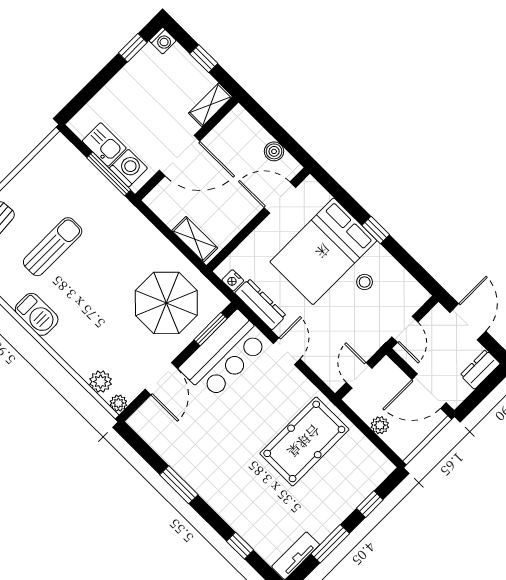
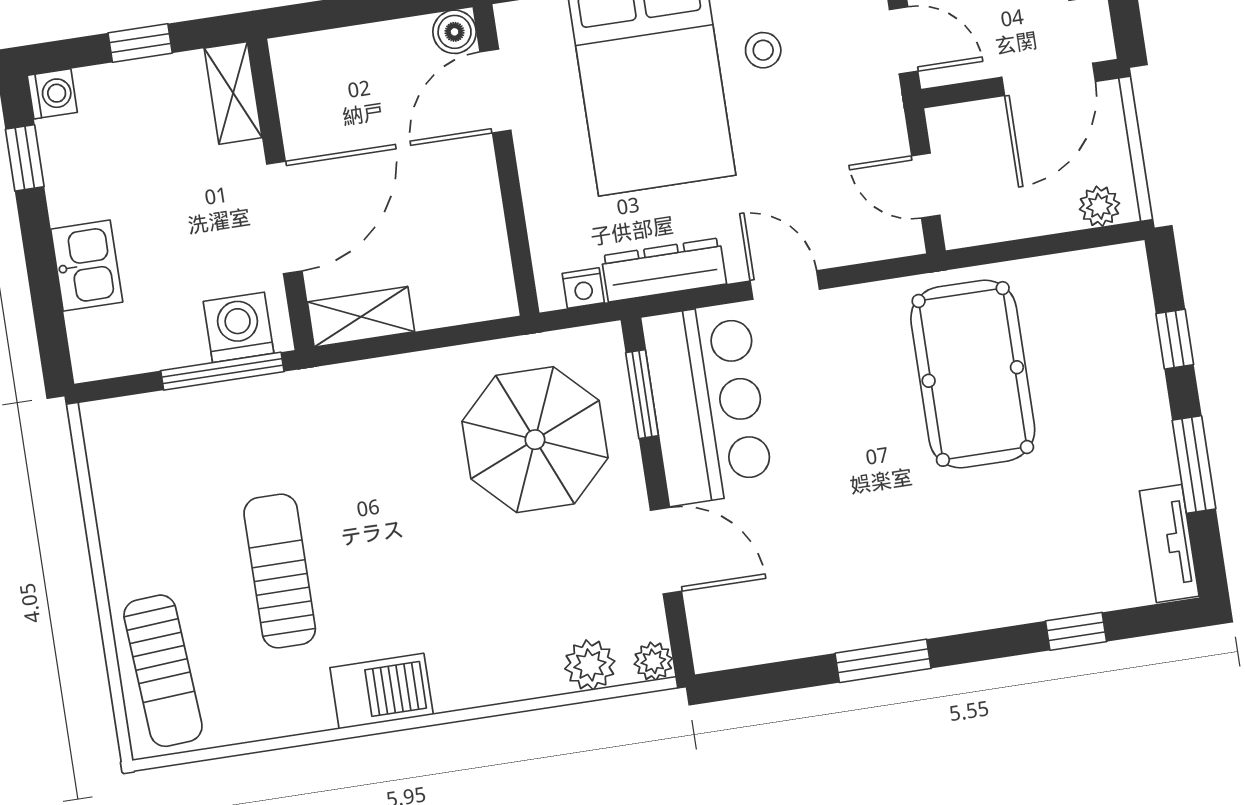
kitchen sink: (104, 145) -> (87, 266), moved, turned 90
boiler: (274, 151) -> (455, 32), moved
shelving: (195, 239) -> (361, 317), moved
plant: (380, 425) -> (1099, 206), moved

